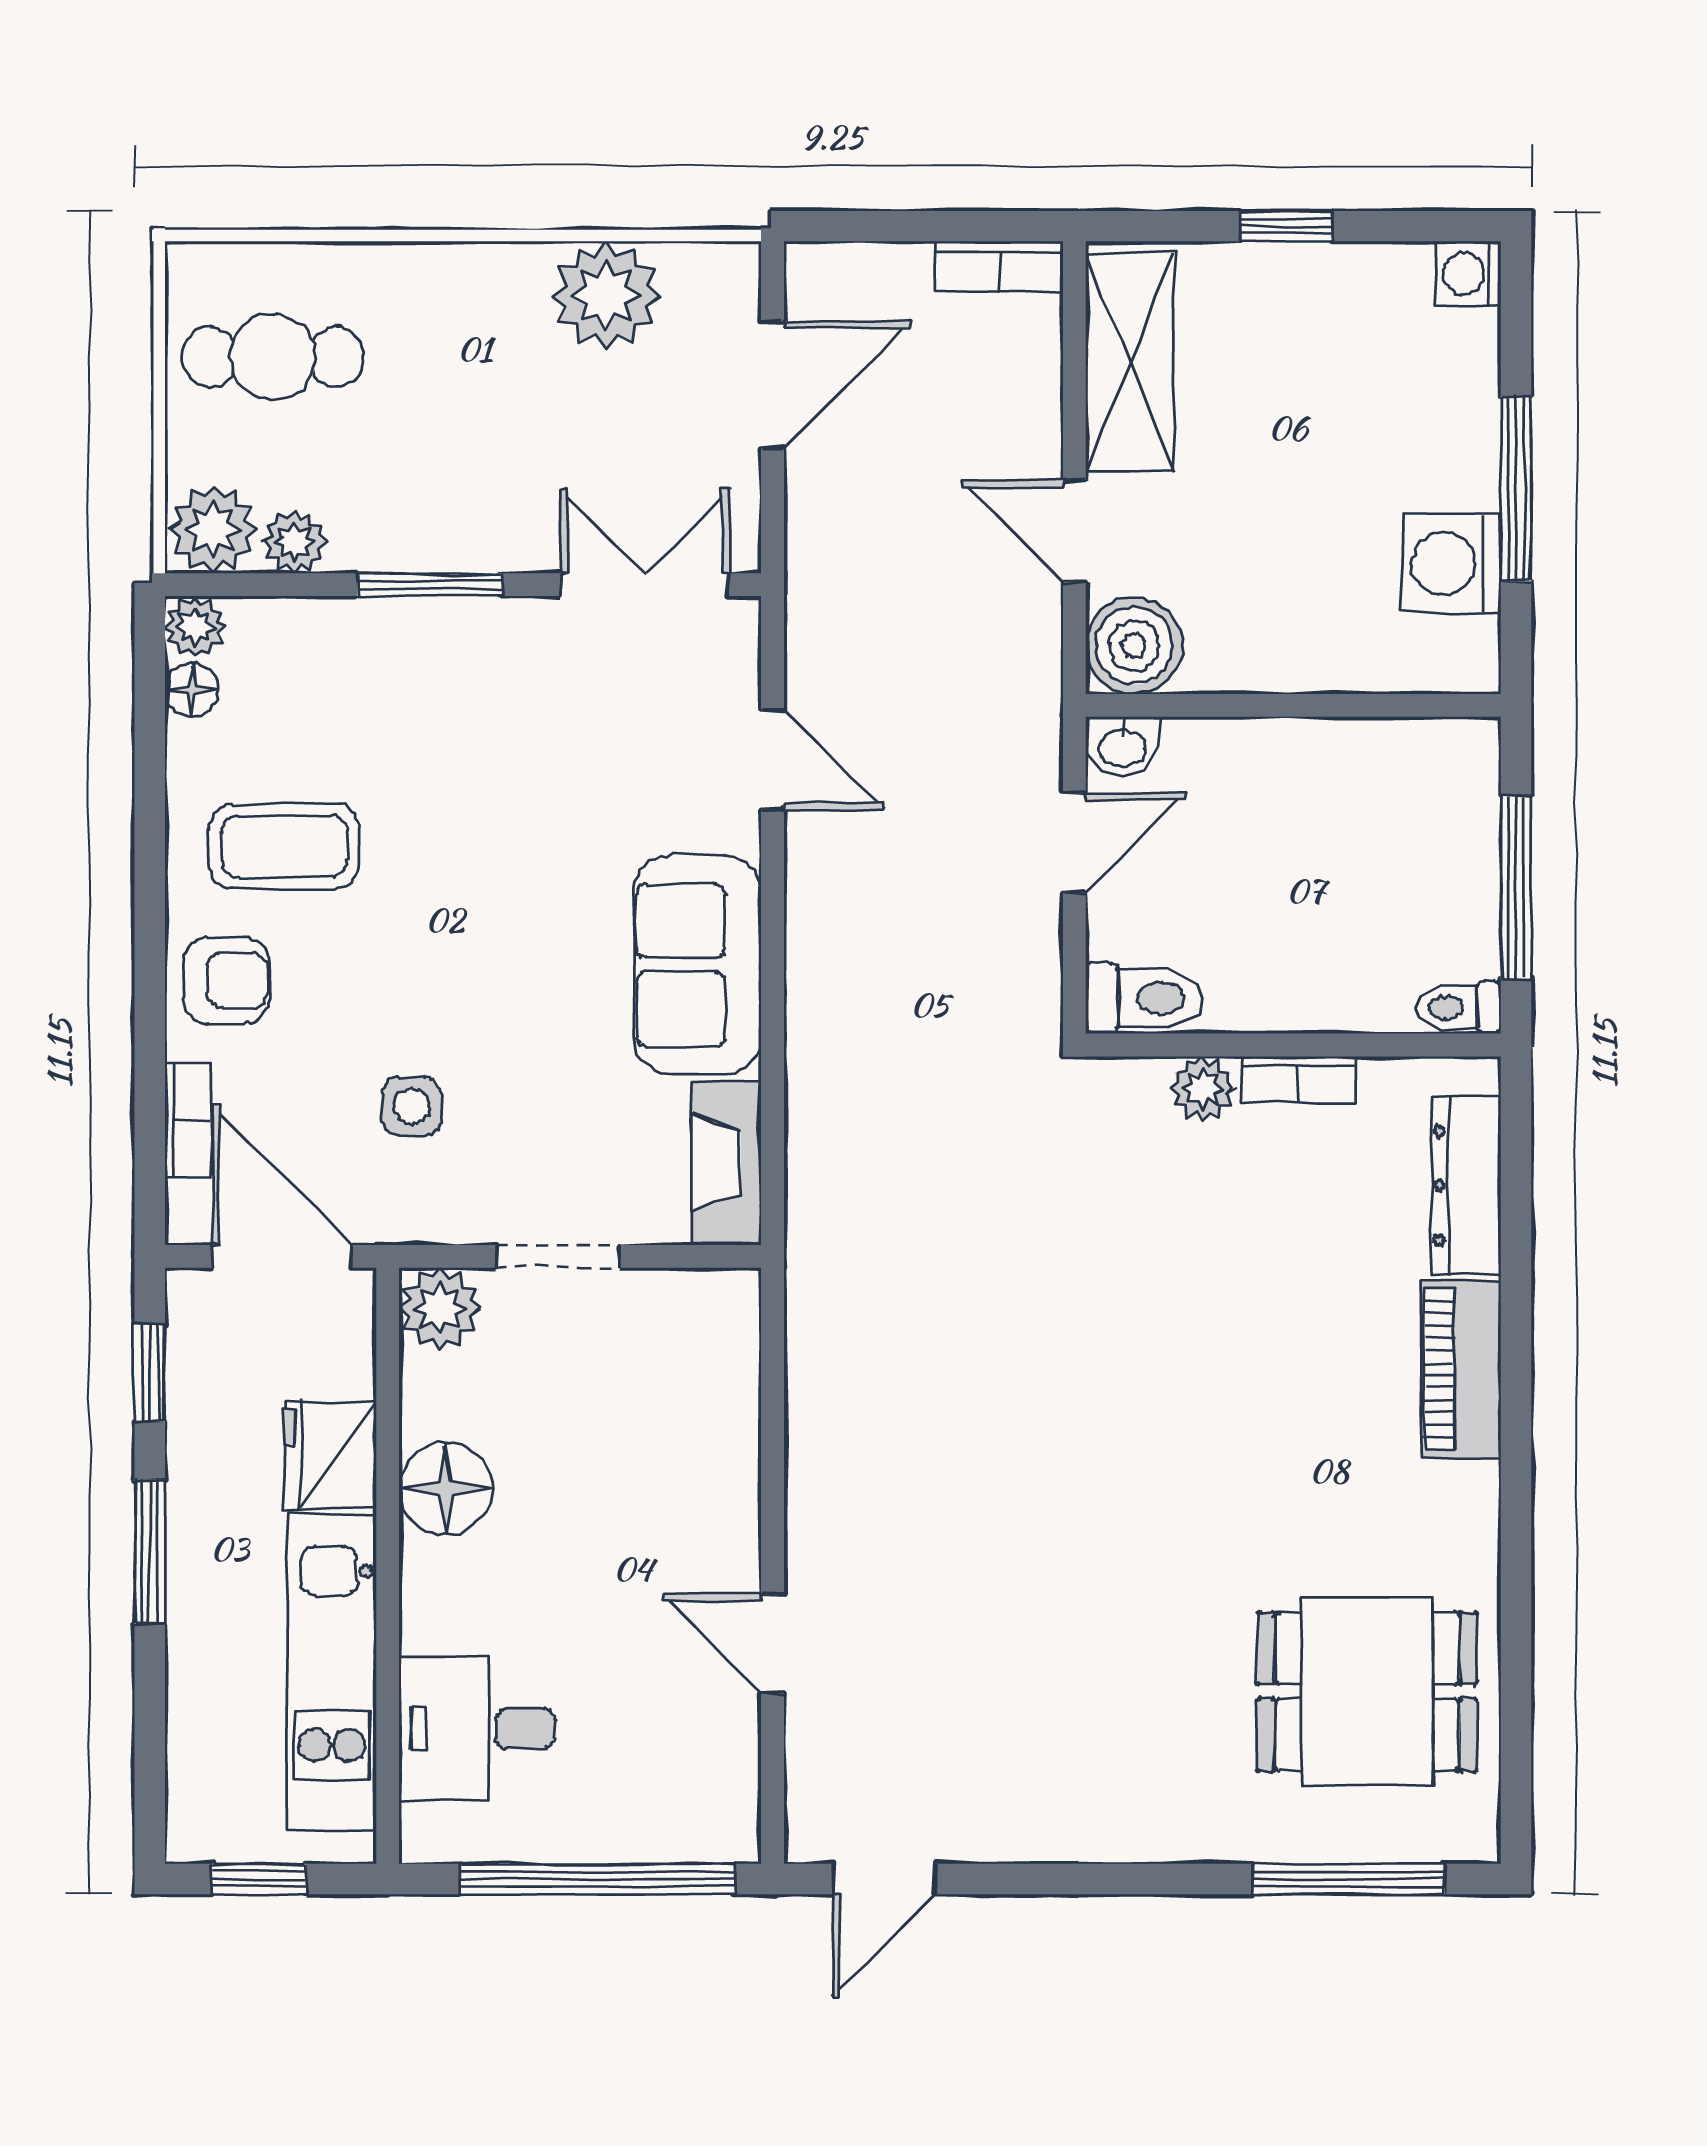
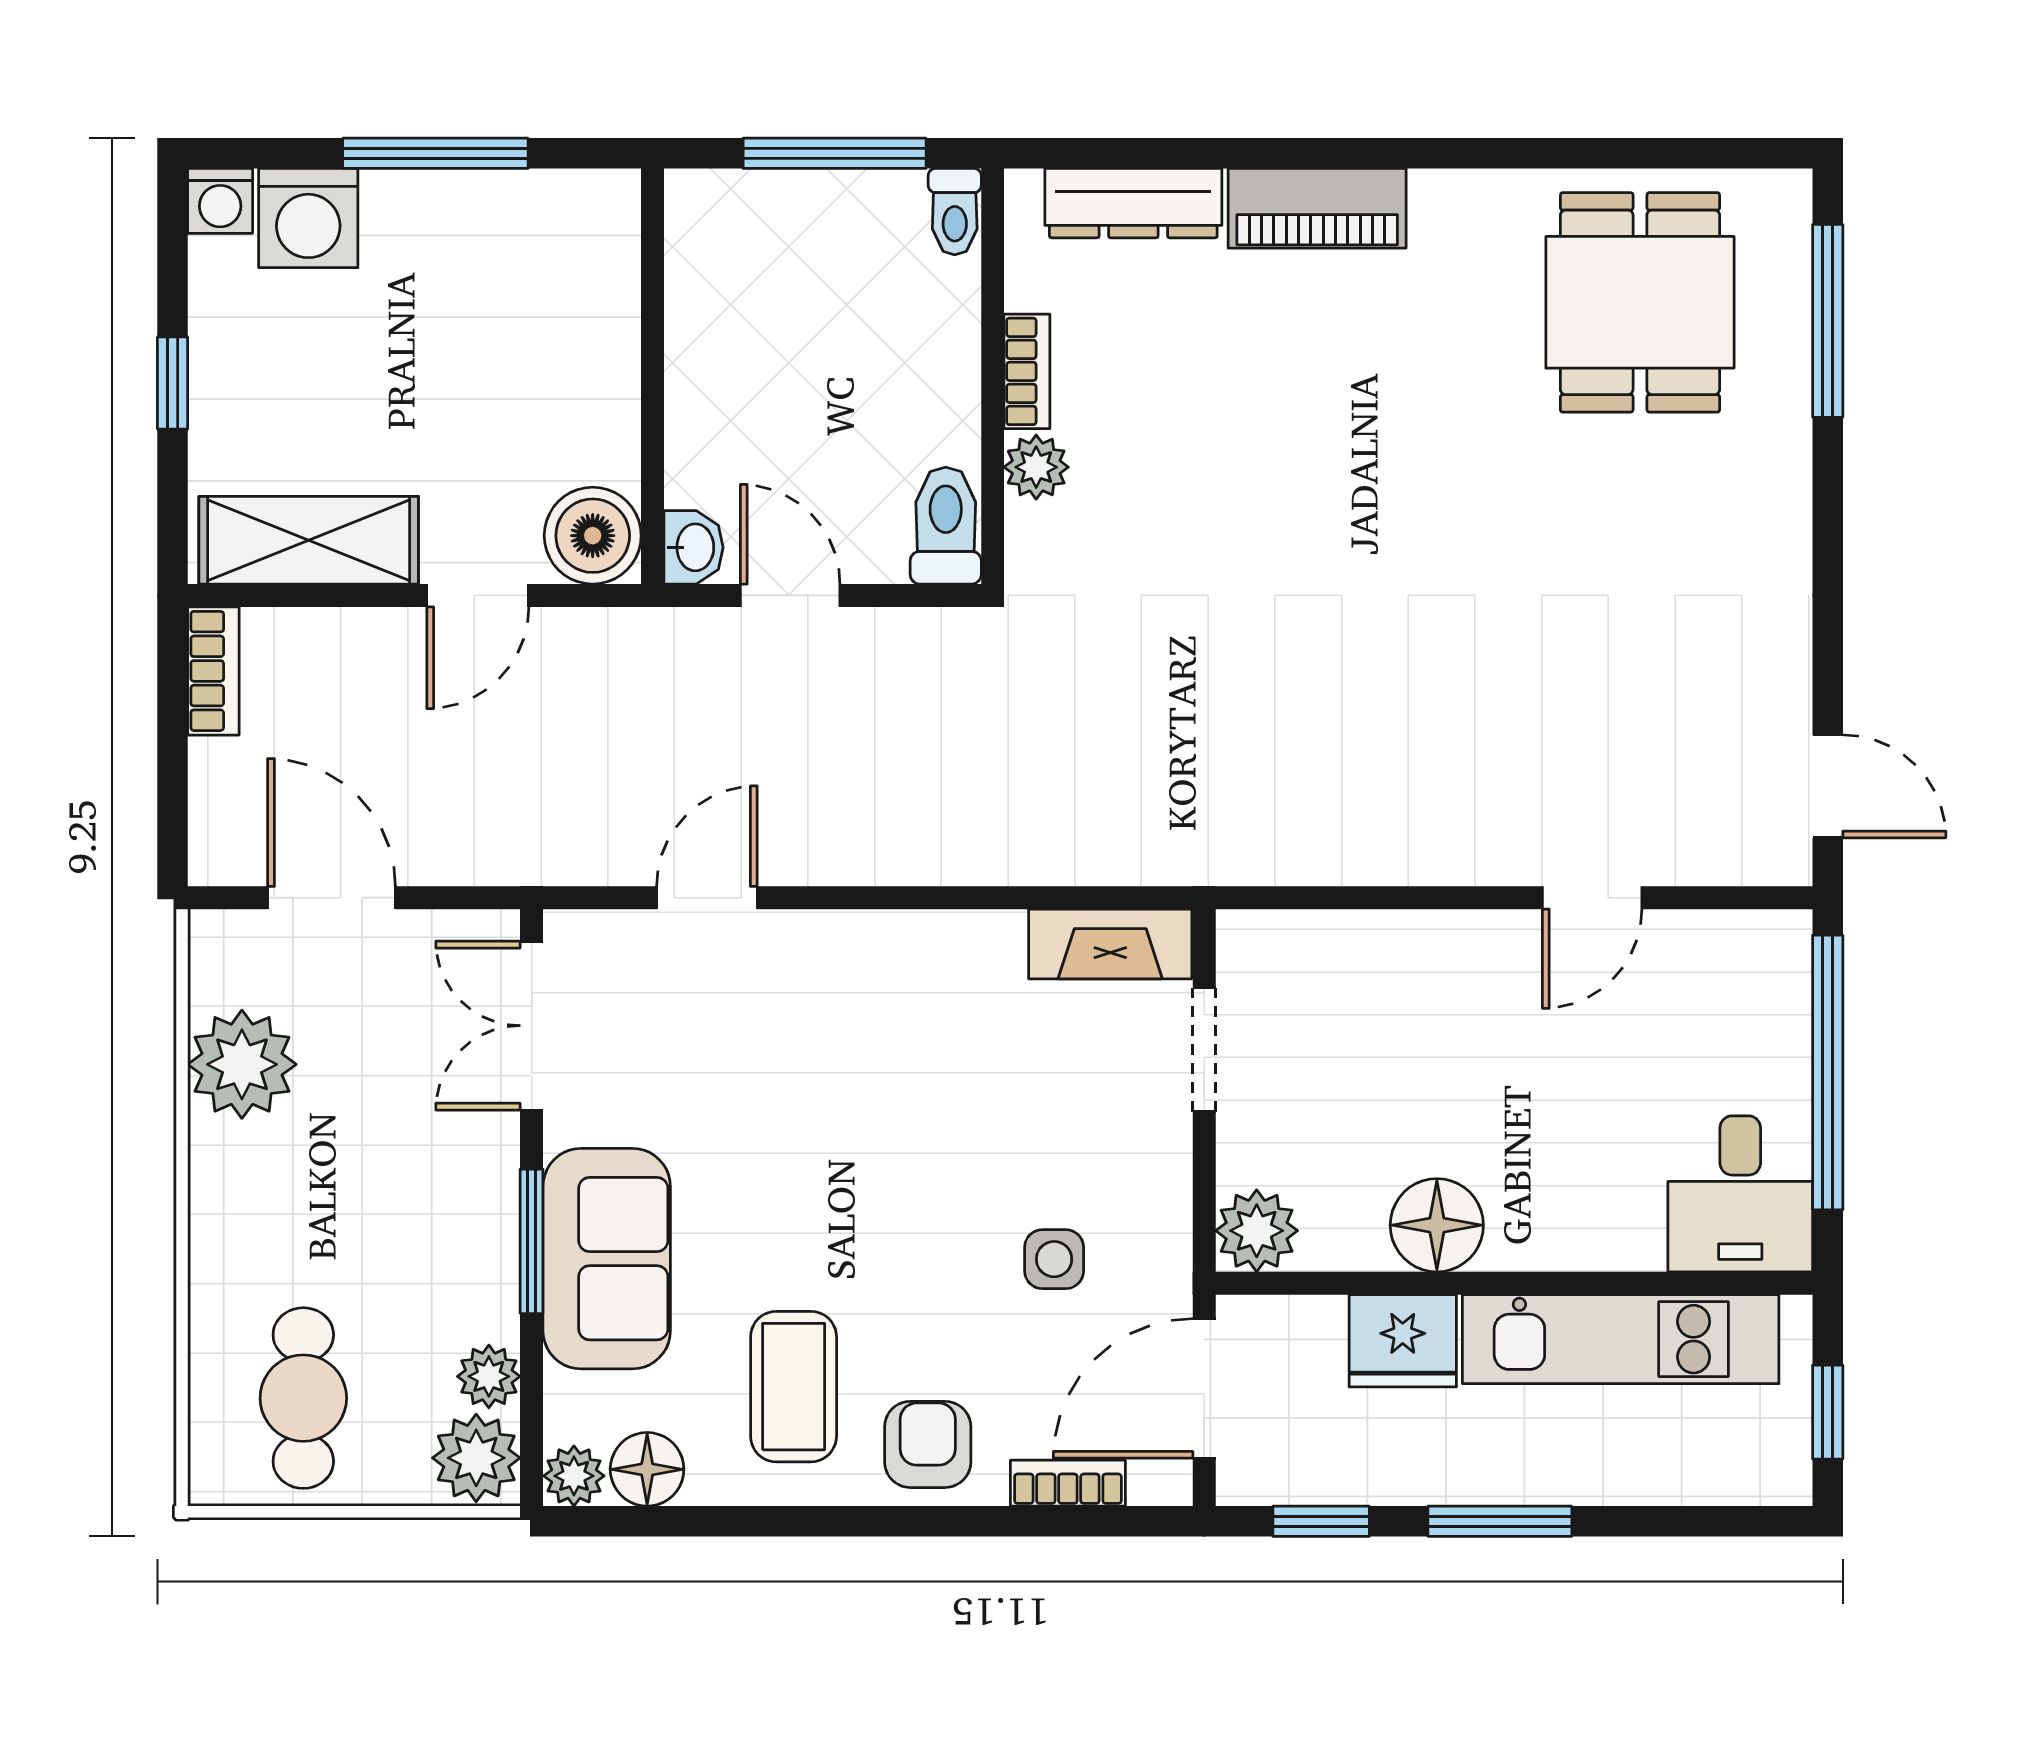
washing machine: (1451, 564) -> (308, 218), moved
floor lamp: (192, 690) -> (647, 1469), width x1.37, depth x1.37
sofa: (698, 965) -> (607, 1259), moved, turned -90
doorway: (558, 1256) -> (1204, 1050), moved
desk: (477, 1729) -> (1740, 1194), moved

